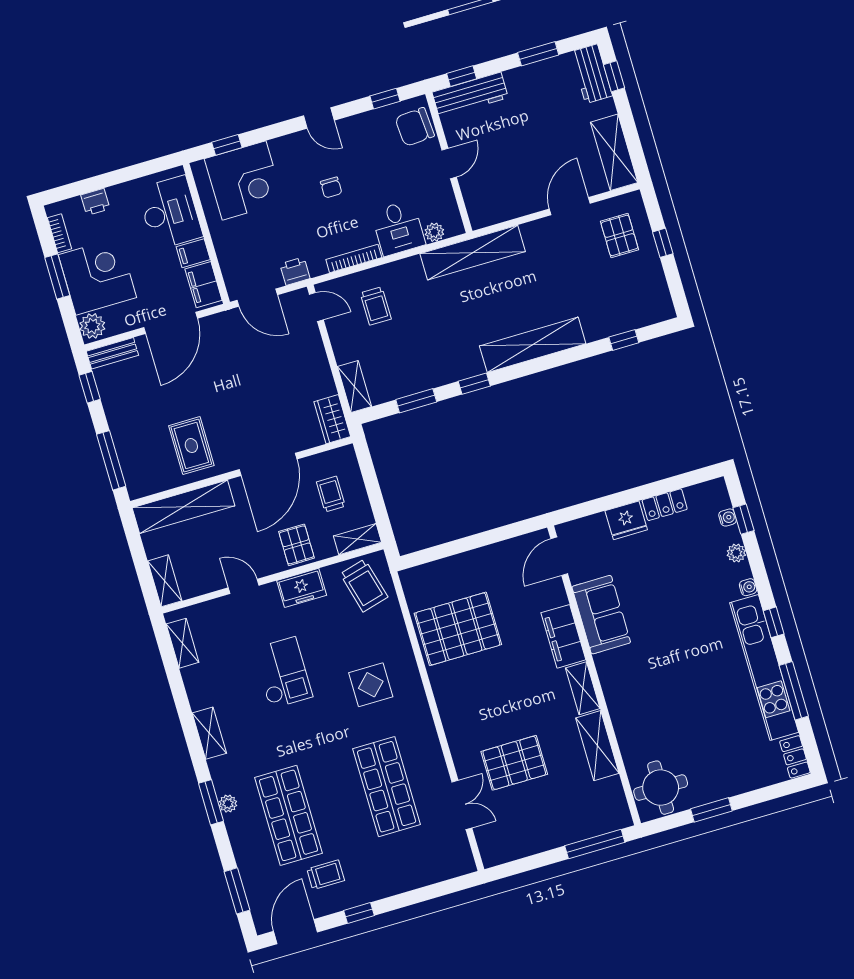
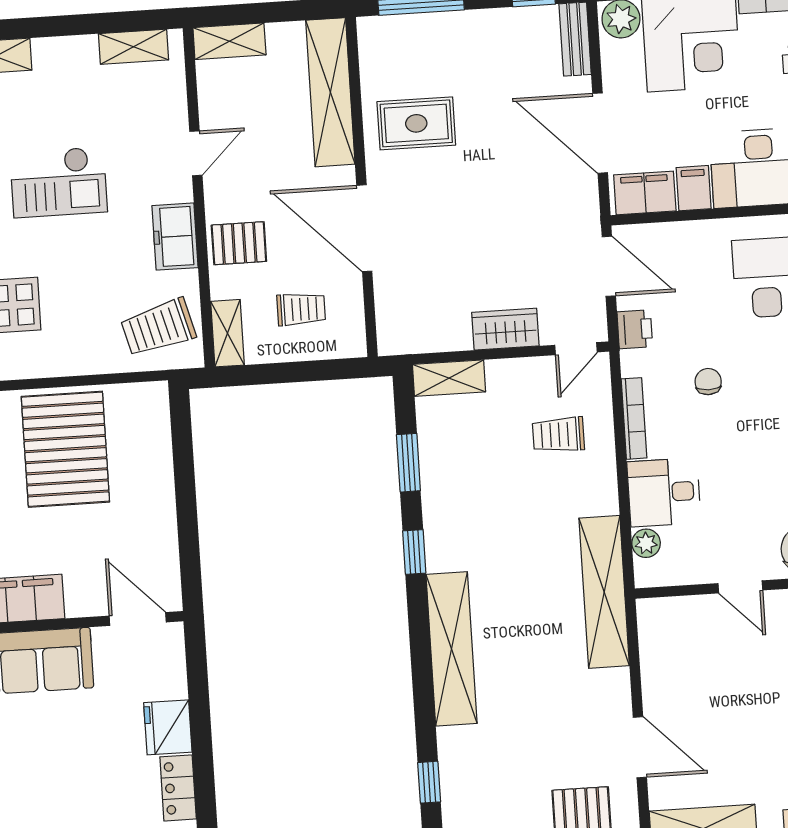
chair: (331, 187) -> (708, 382), moved, turned 90
door: (257, 298) -> (609, 266), swing flipped
wardrobe: (332, 419) -> (505, 329), moved

